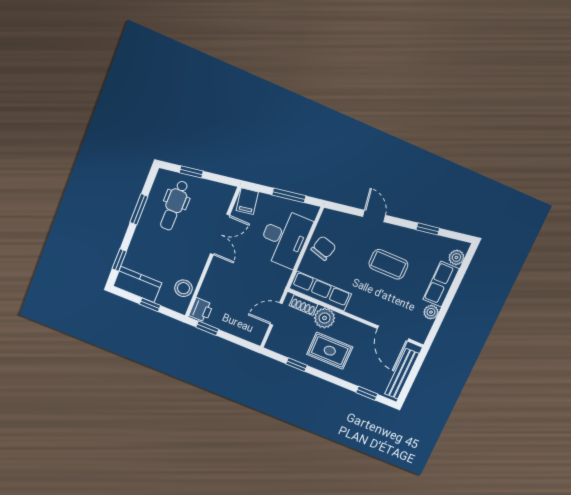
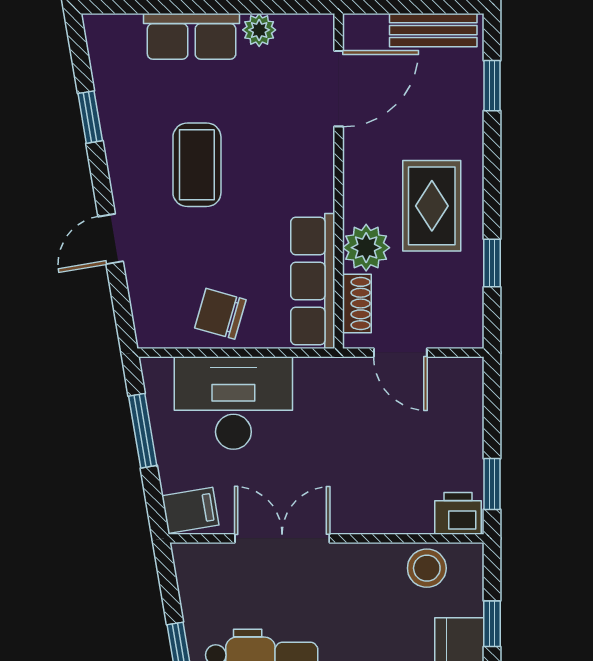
plant: (456, 257) -> (123, 31), removed
bench: (402, 374) -> (433, 30), width x0.73

